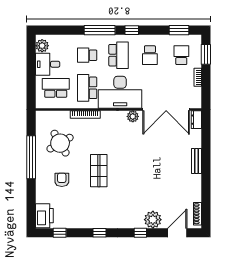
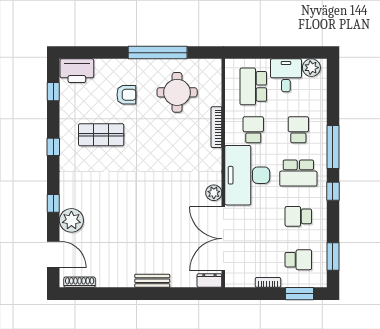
school desk: (56, 88) -> (253, 86), turned 180
school desk: (87, 88) -> (253, 130), width x0.54
round table: (60, 143) -> (177, 92), turned 30
shop shelf: (99, 171) -> (101, 135), moved

